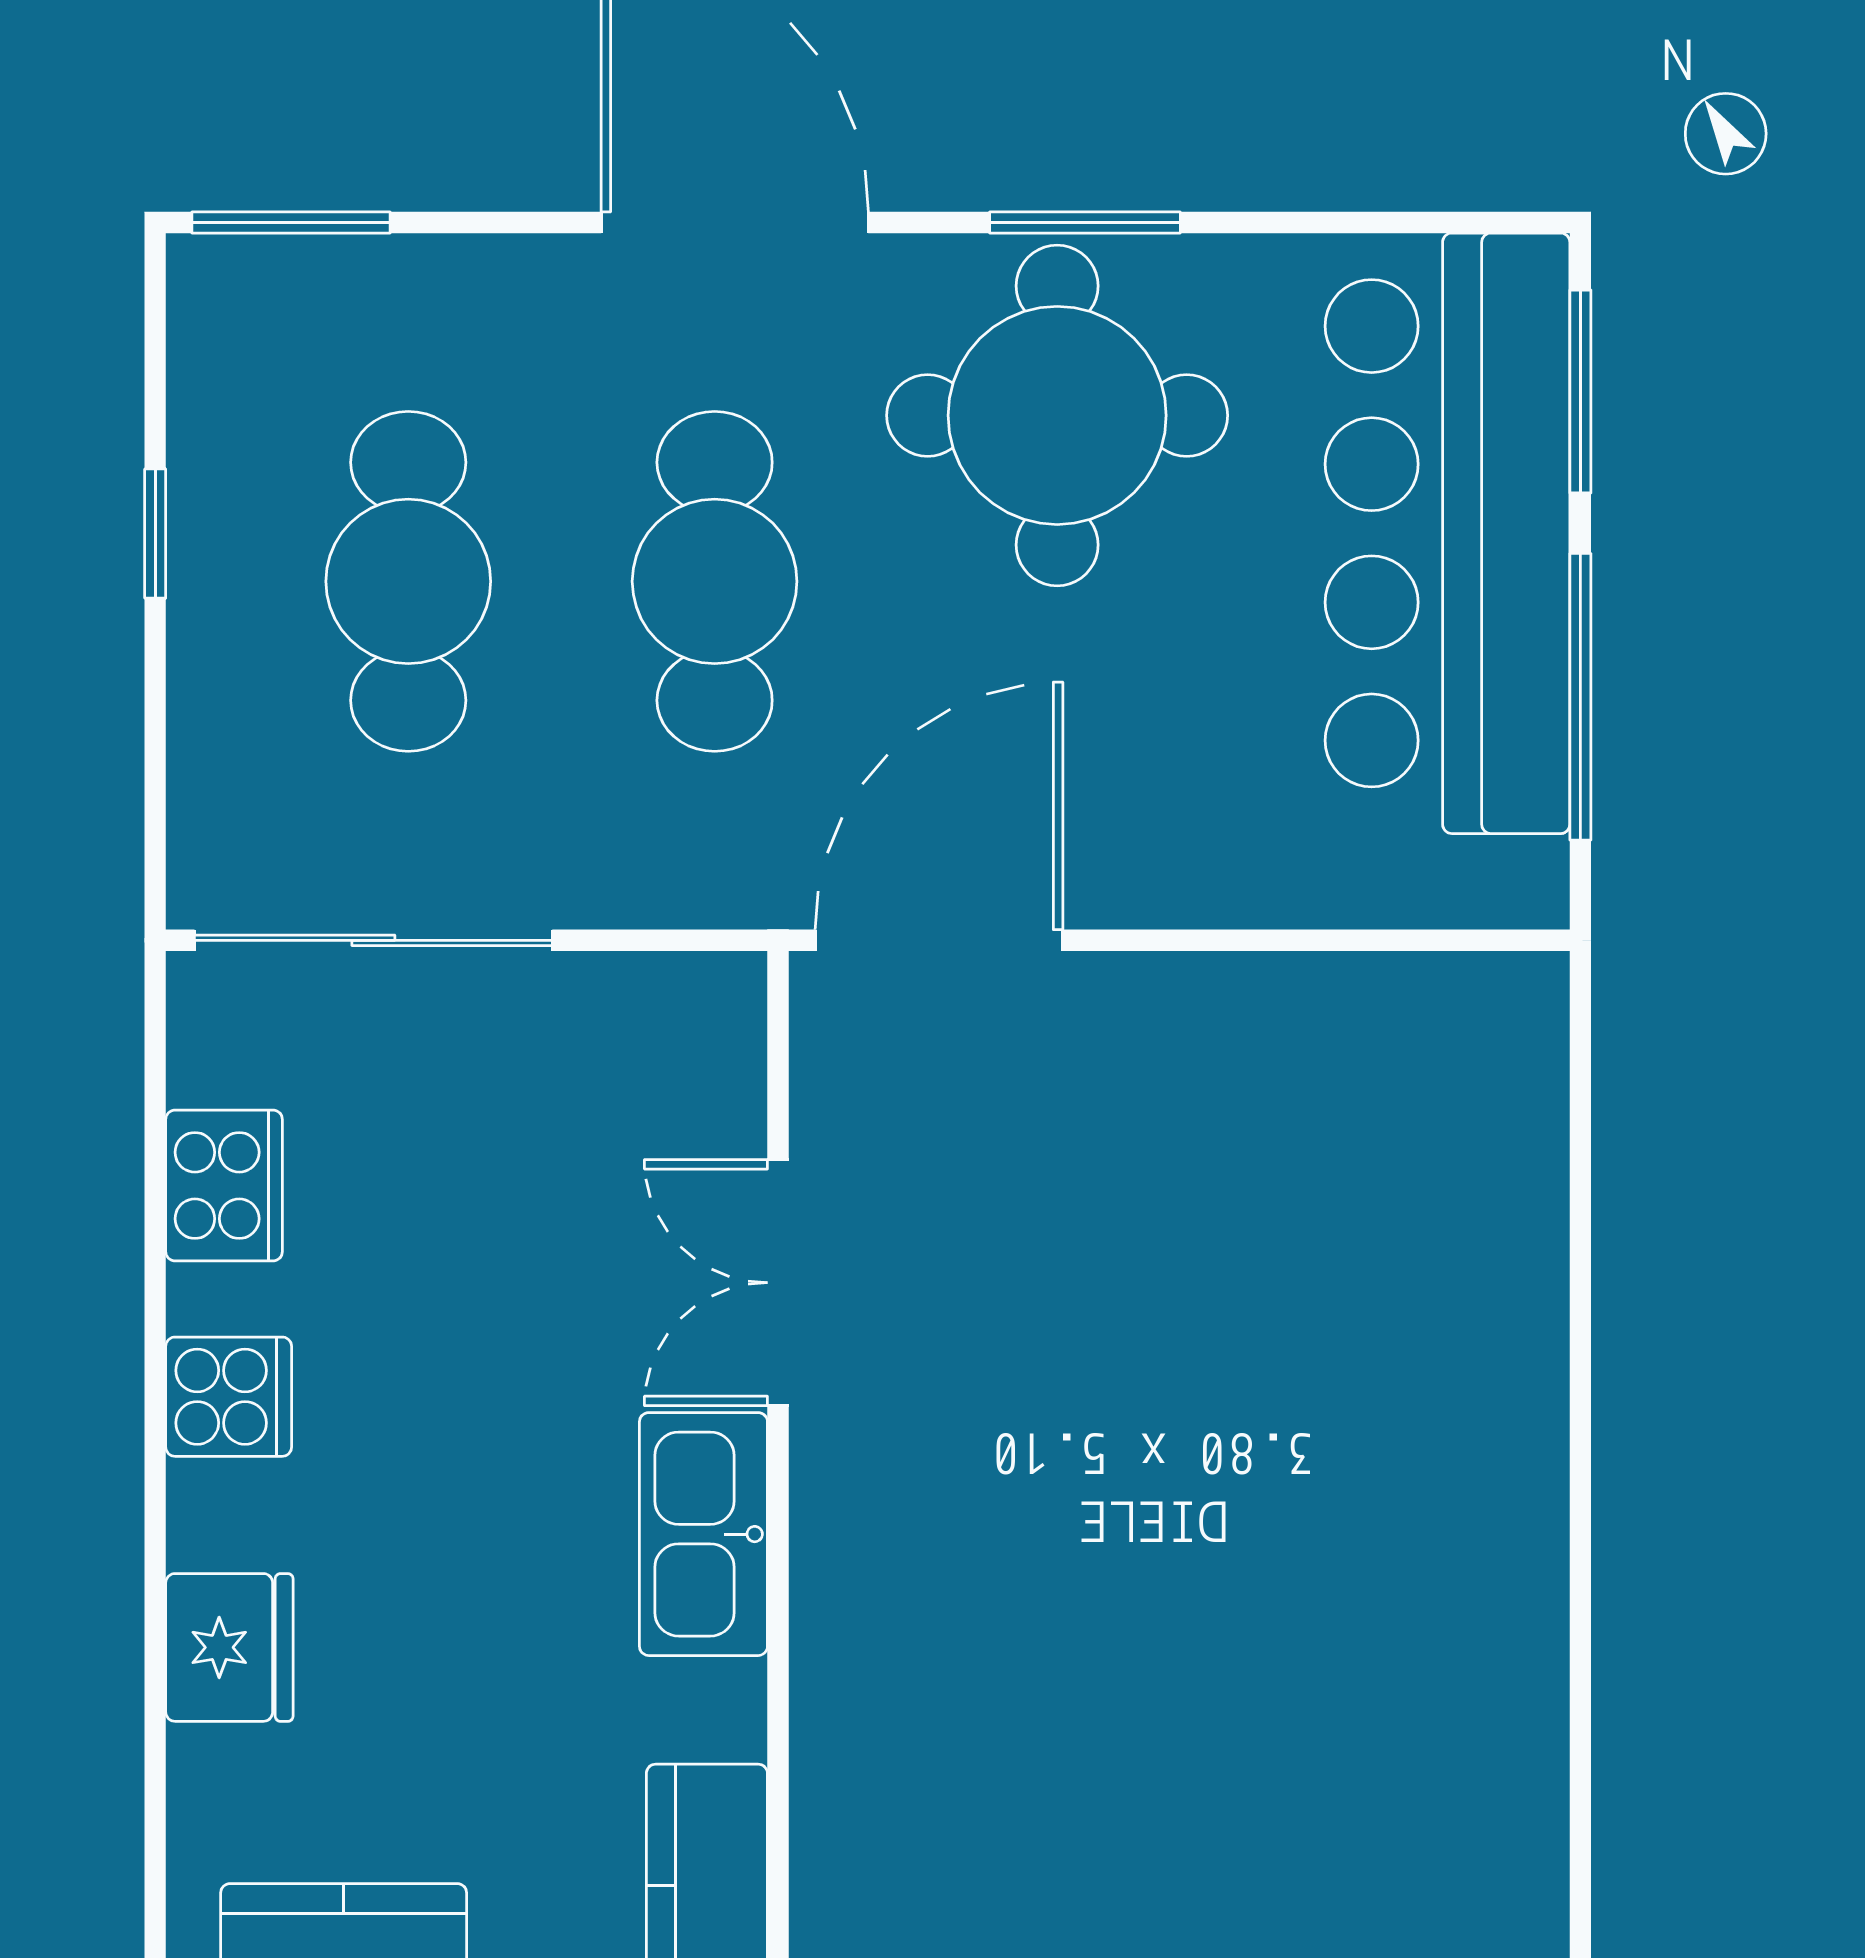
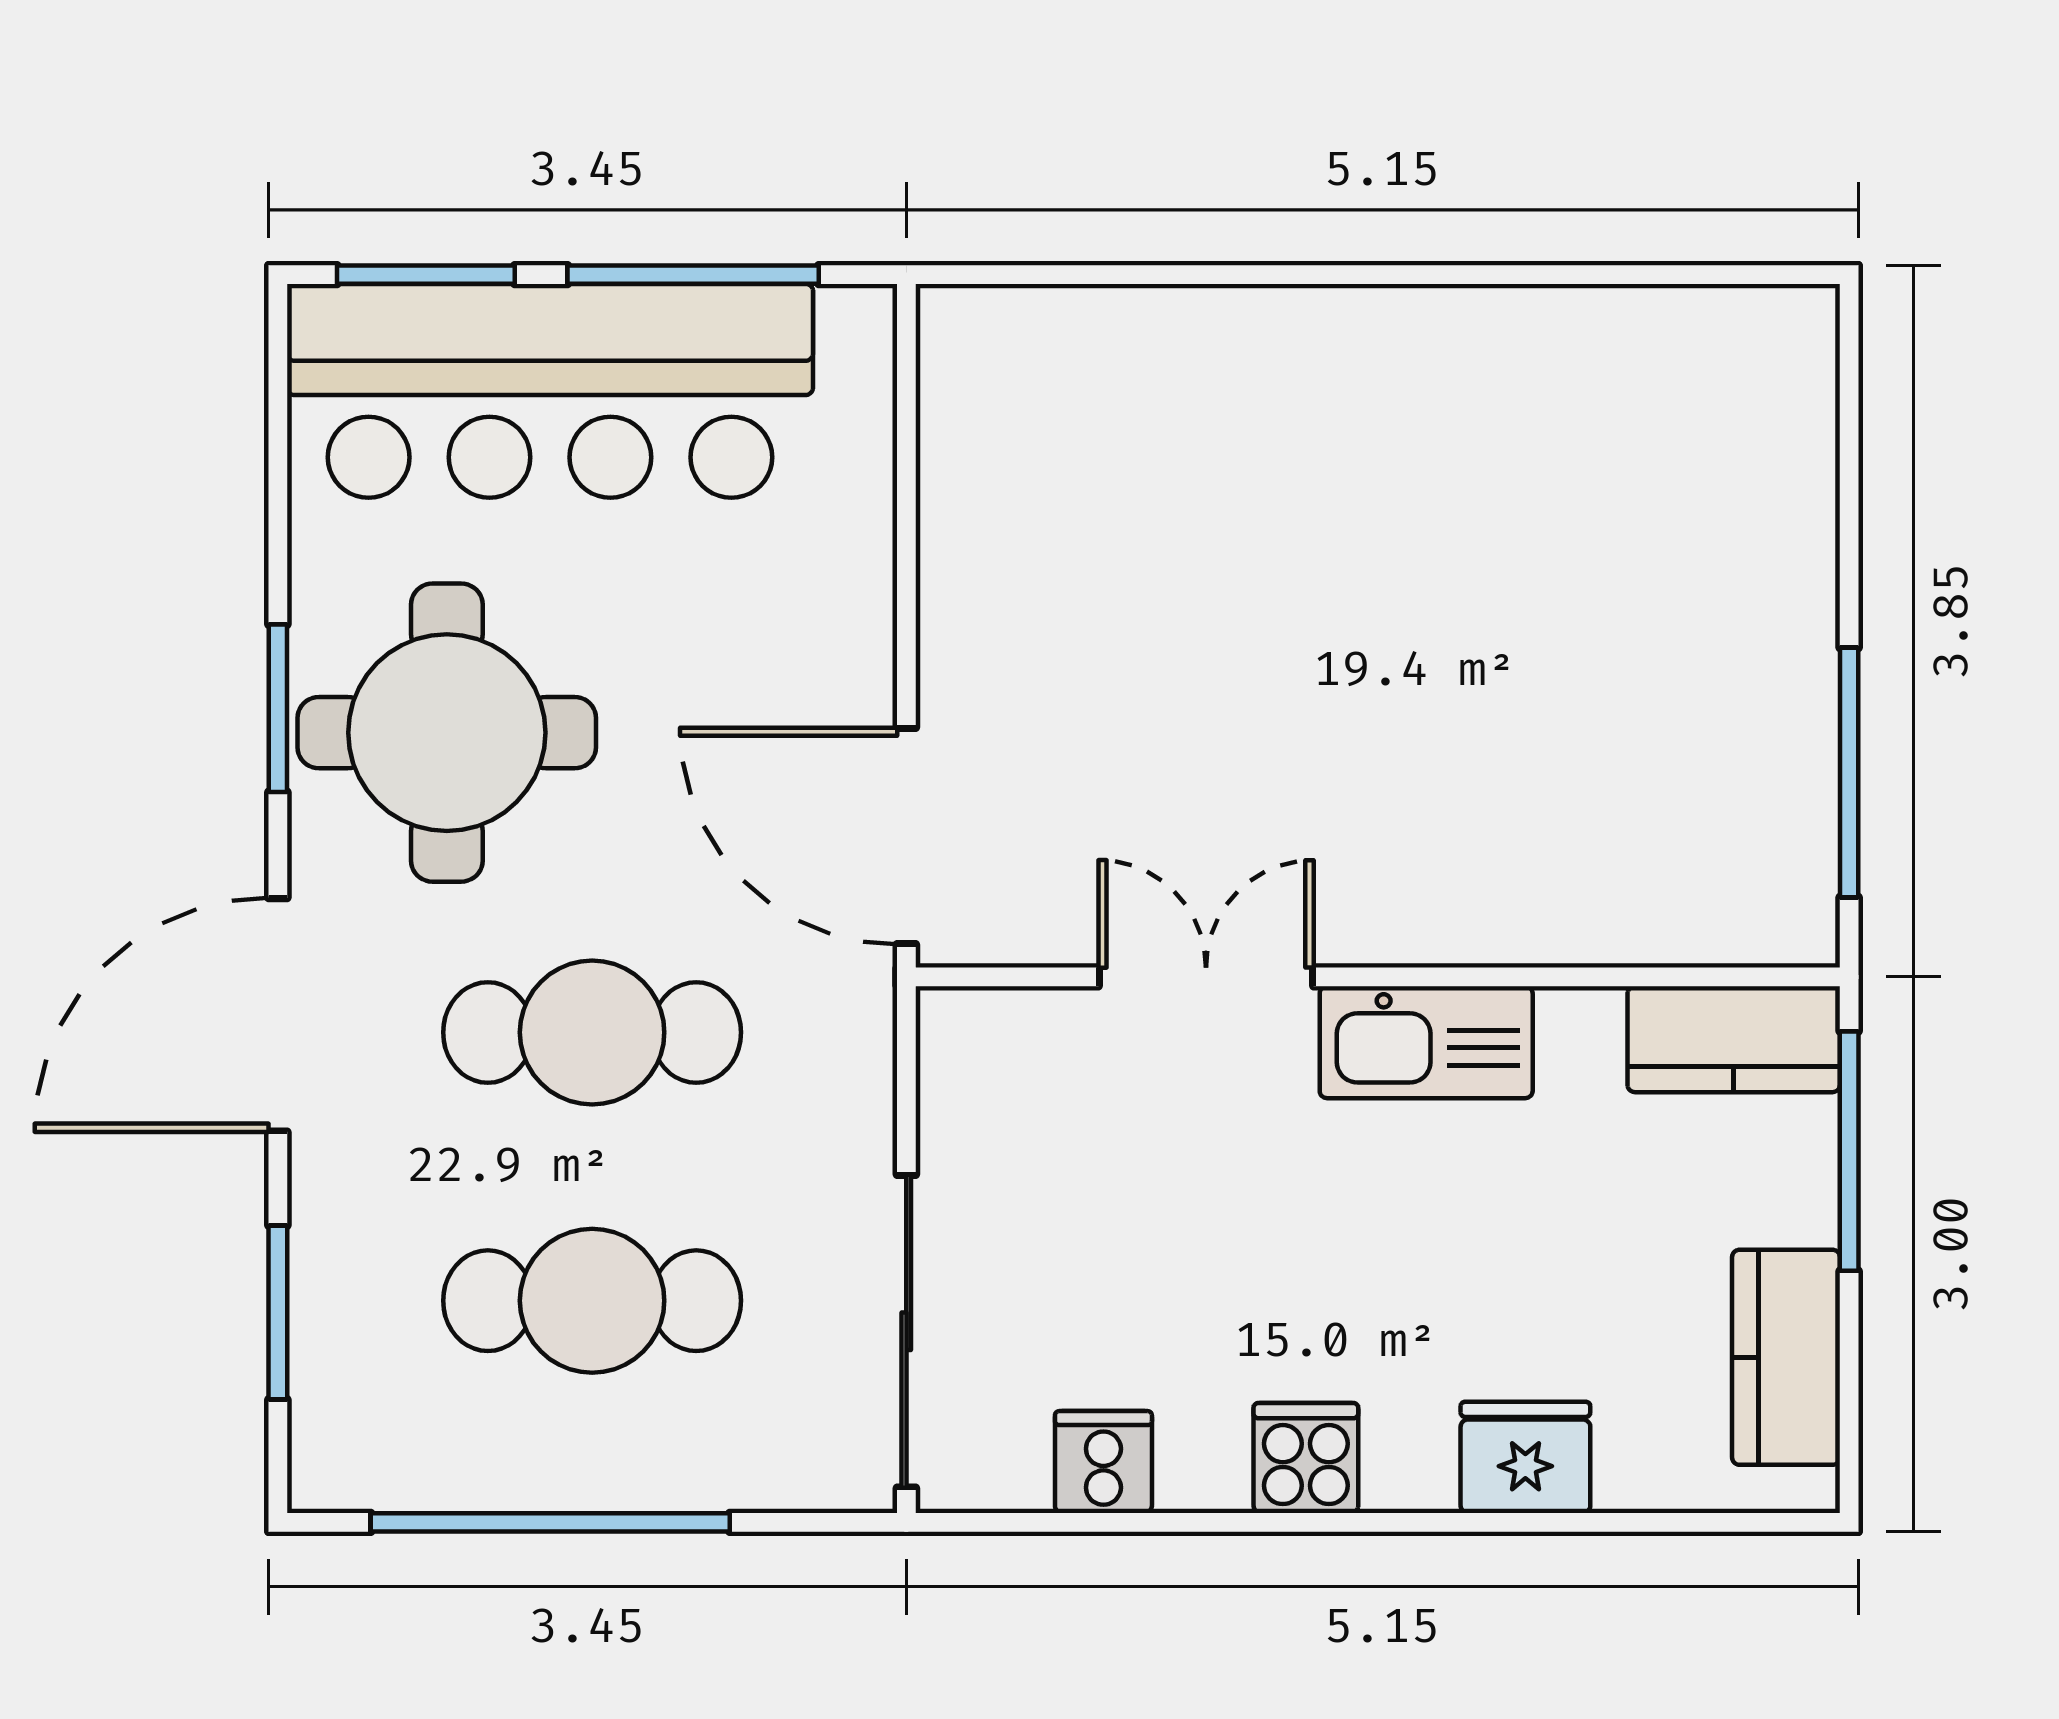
window: (291, 222) -> (278, 1312), moved
window: (155, 534) -> (550, 1522), width x3.17
cooker: (224, 1186) -> (1103, 1462), width x0.73
double door: (778, 1283) -> (1206, 977), swing flipped

